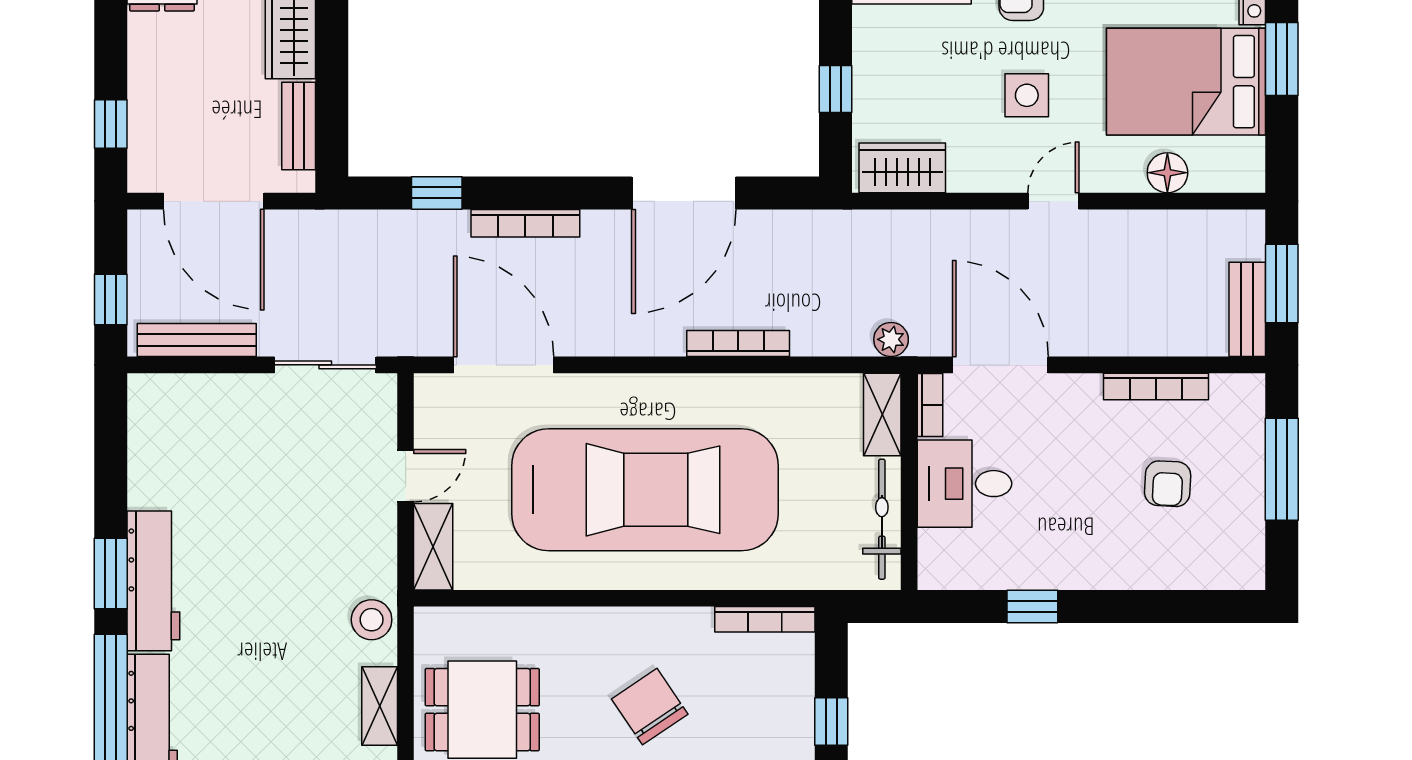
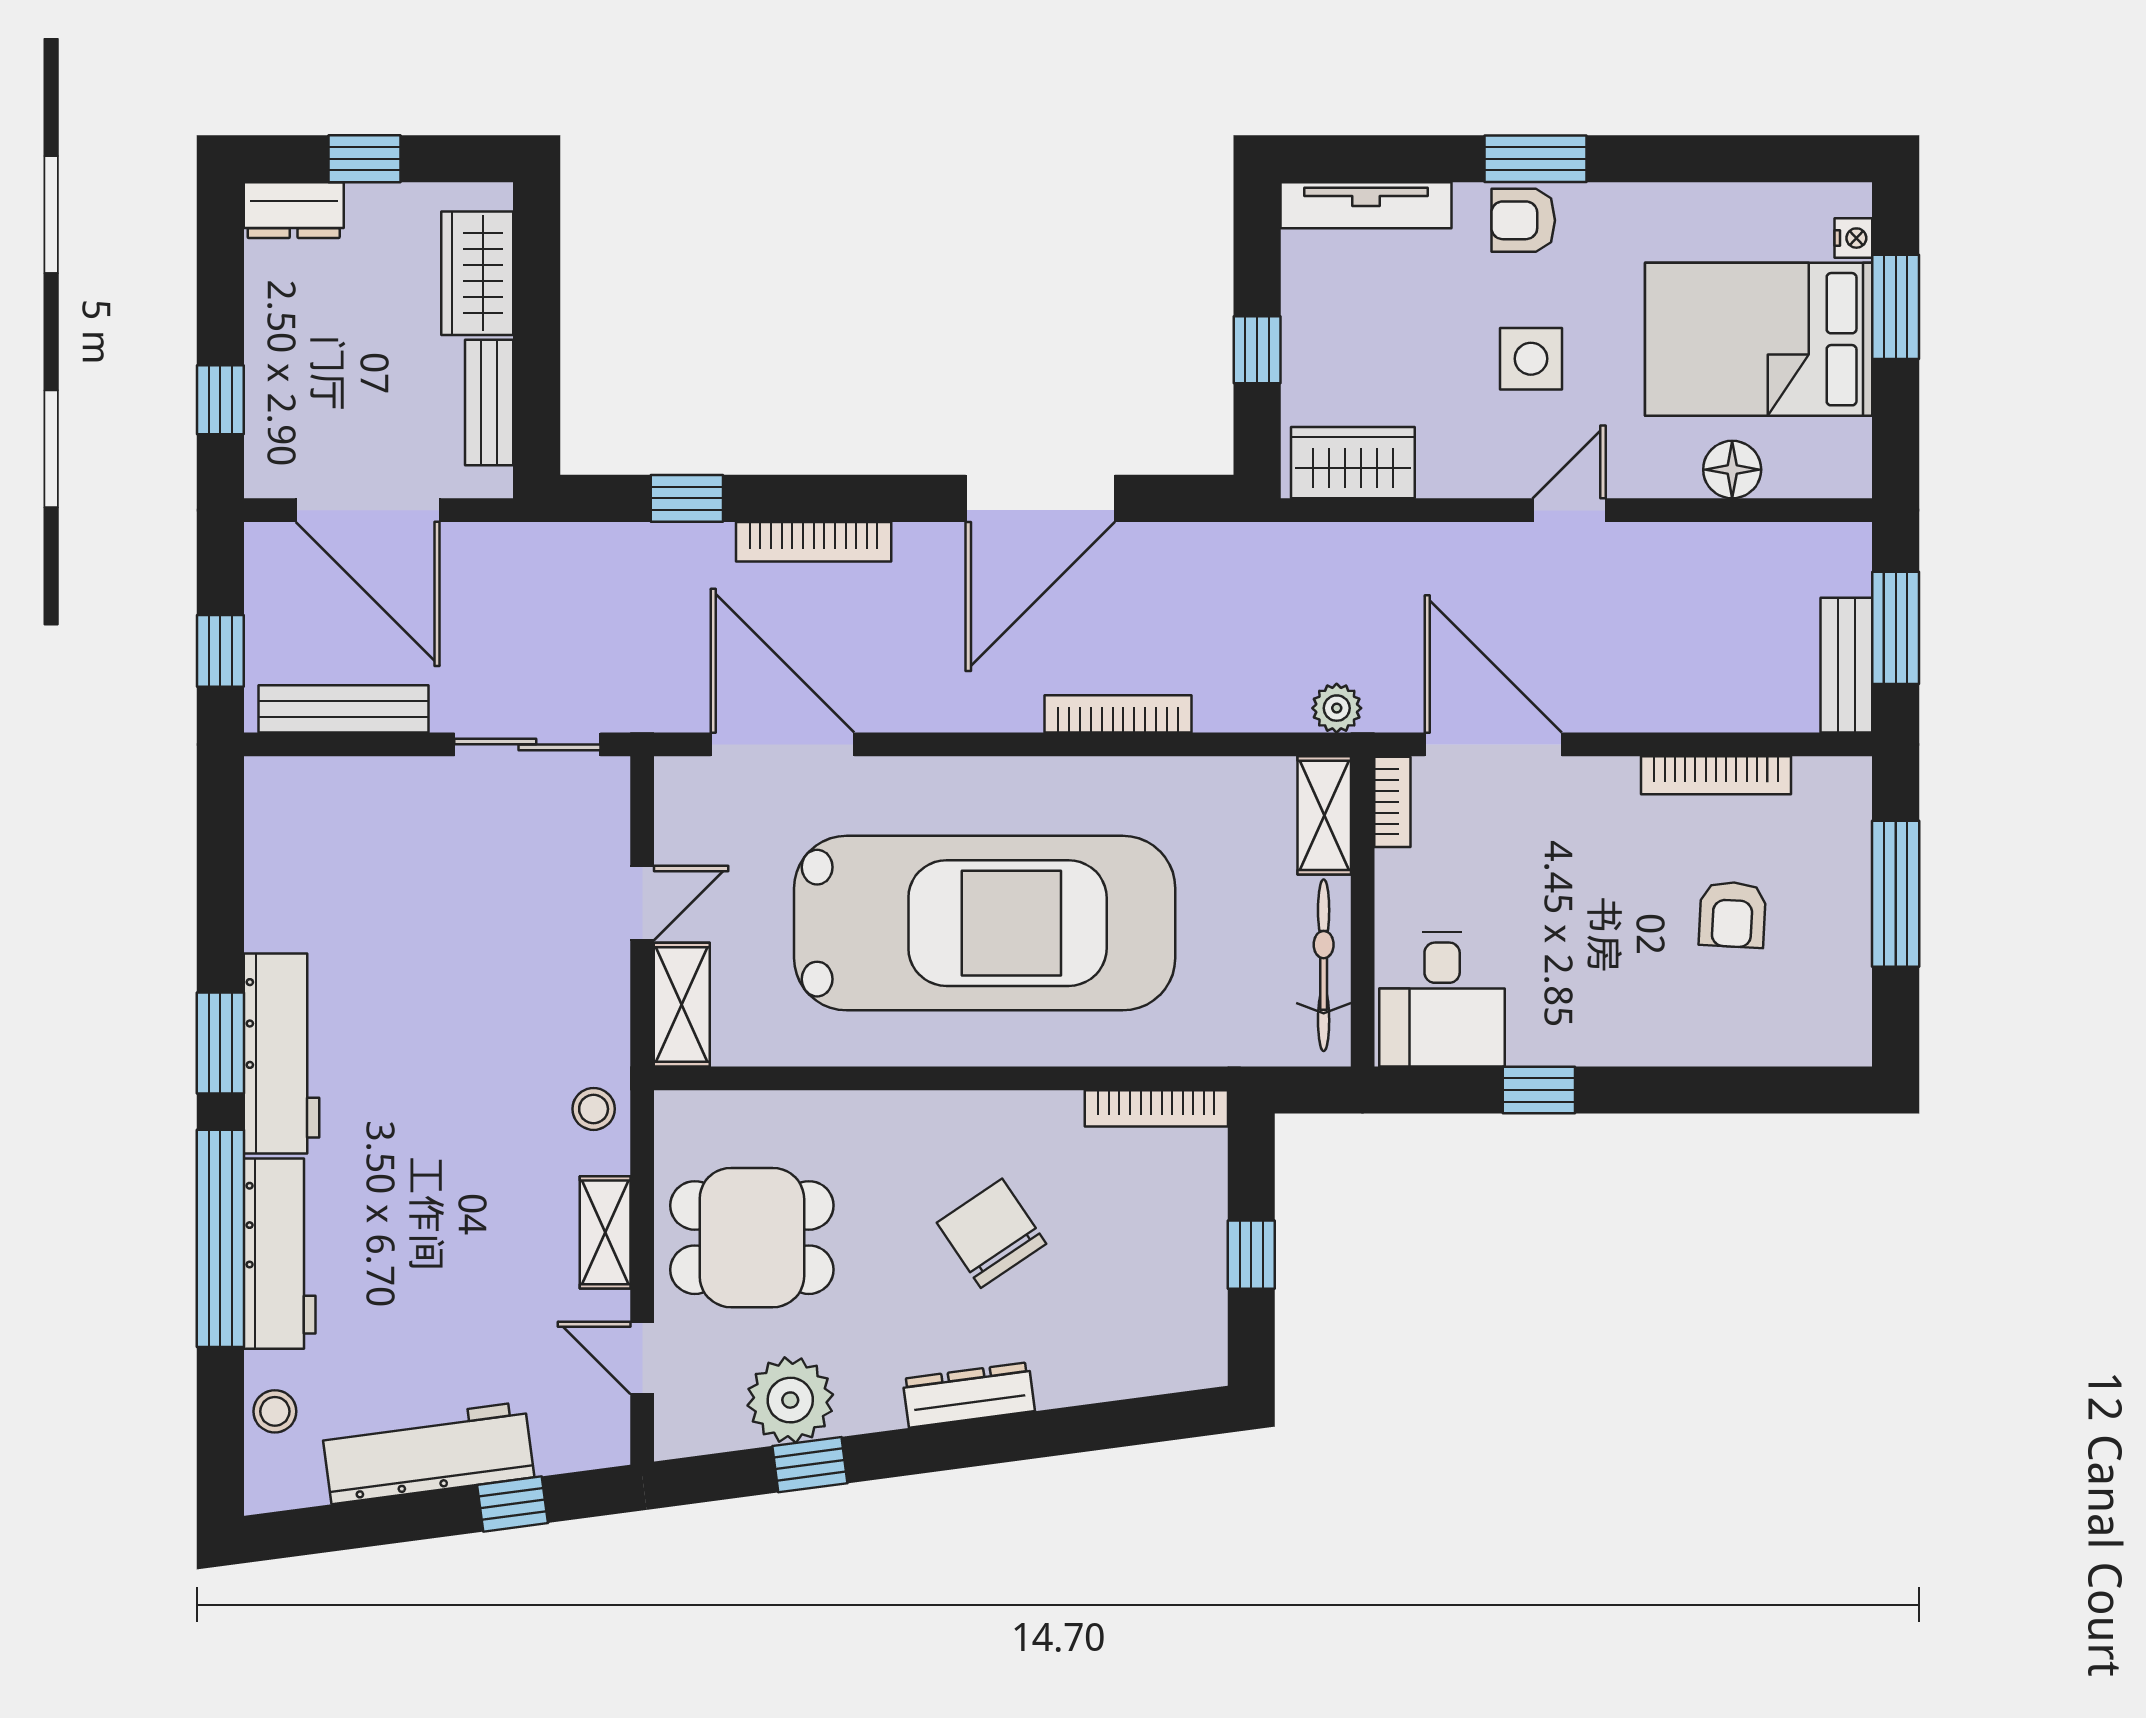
desk: (964, 484) -> (1442, 999), moved, turned -90
stool: (372, 620) -> (594, 1109), width x0.73, depth x0.73

